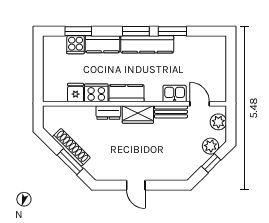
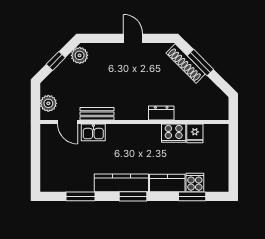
window: (172, 31) -> (81, 196), moved
kitchen counter: (127, 93) -> (143, 133), removed
wardrobe: (138, 114) -> (131, 111), removed
plant: (211, 146) -> (80, 55), moved
shoe rack: (71, 147) -> (186, 63), moved

